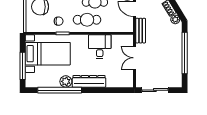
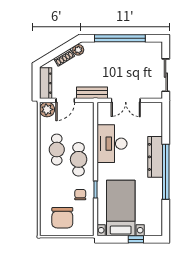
desk: (100, 47) -> (112, 144), width x1.37
window: (23, 66) -> (136, 239), width x0.46
plant: (66, 81) -> (155, 186), removed
window: (60, 90) -> (166, 172), moved

